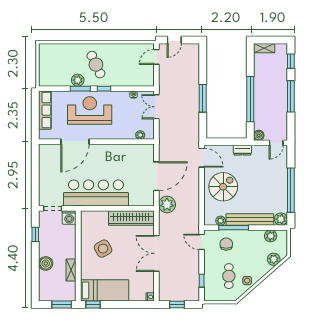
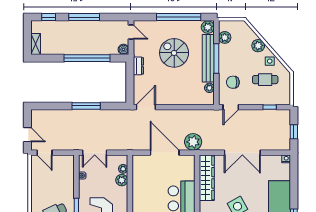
plant: (129, 134) -> (122, 180), added
spiral stairs: (223, 187) -> (174, 53), moved
window: (234, 228) -> (216, 59), moved
plant: (274, 259) -> (258, 46), moved

